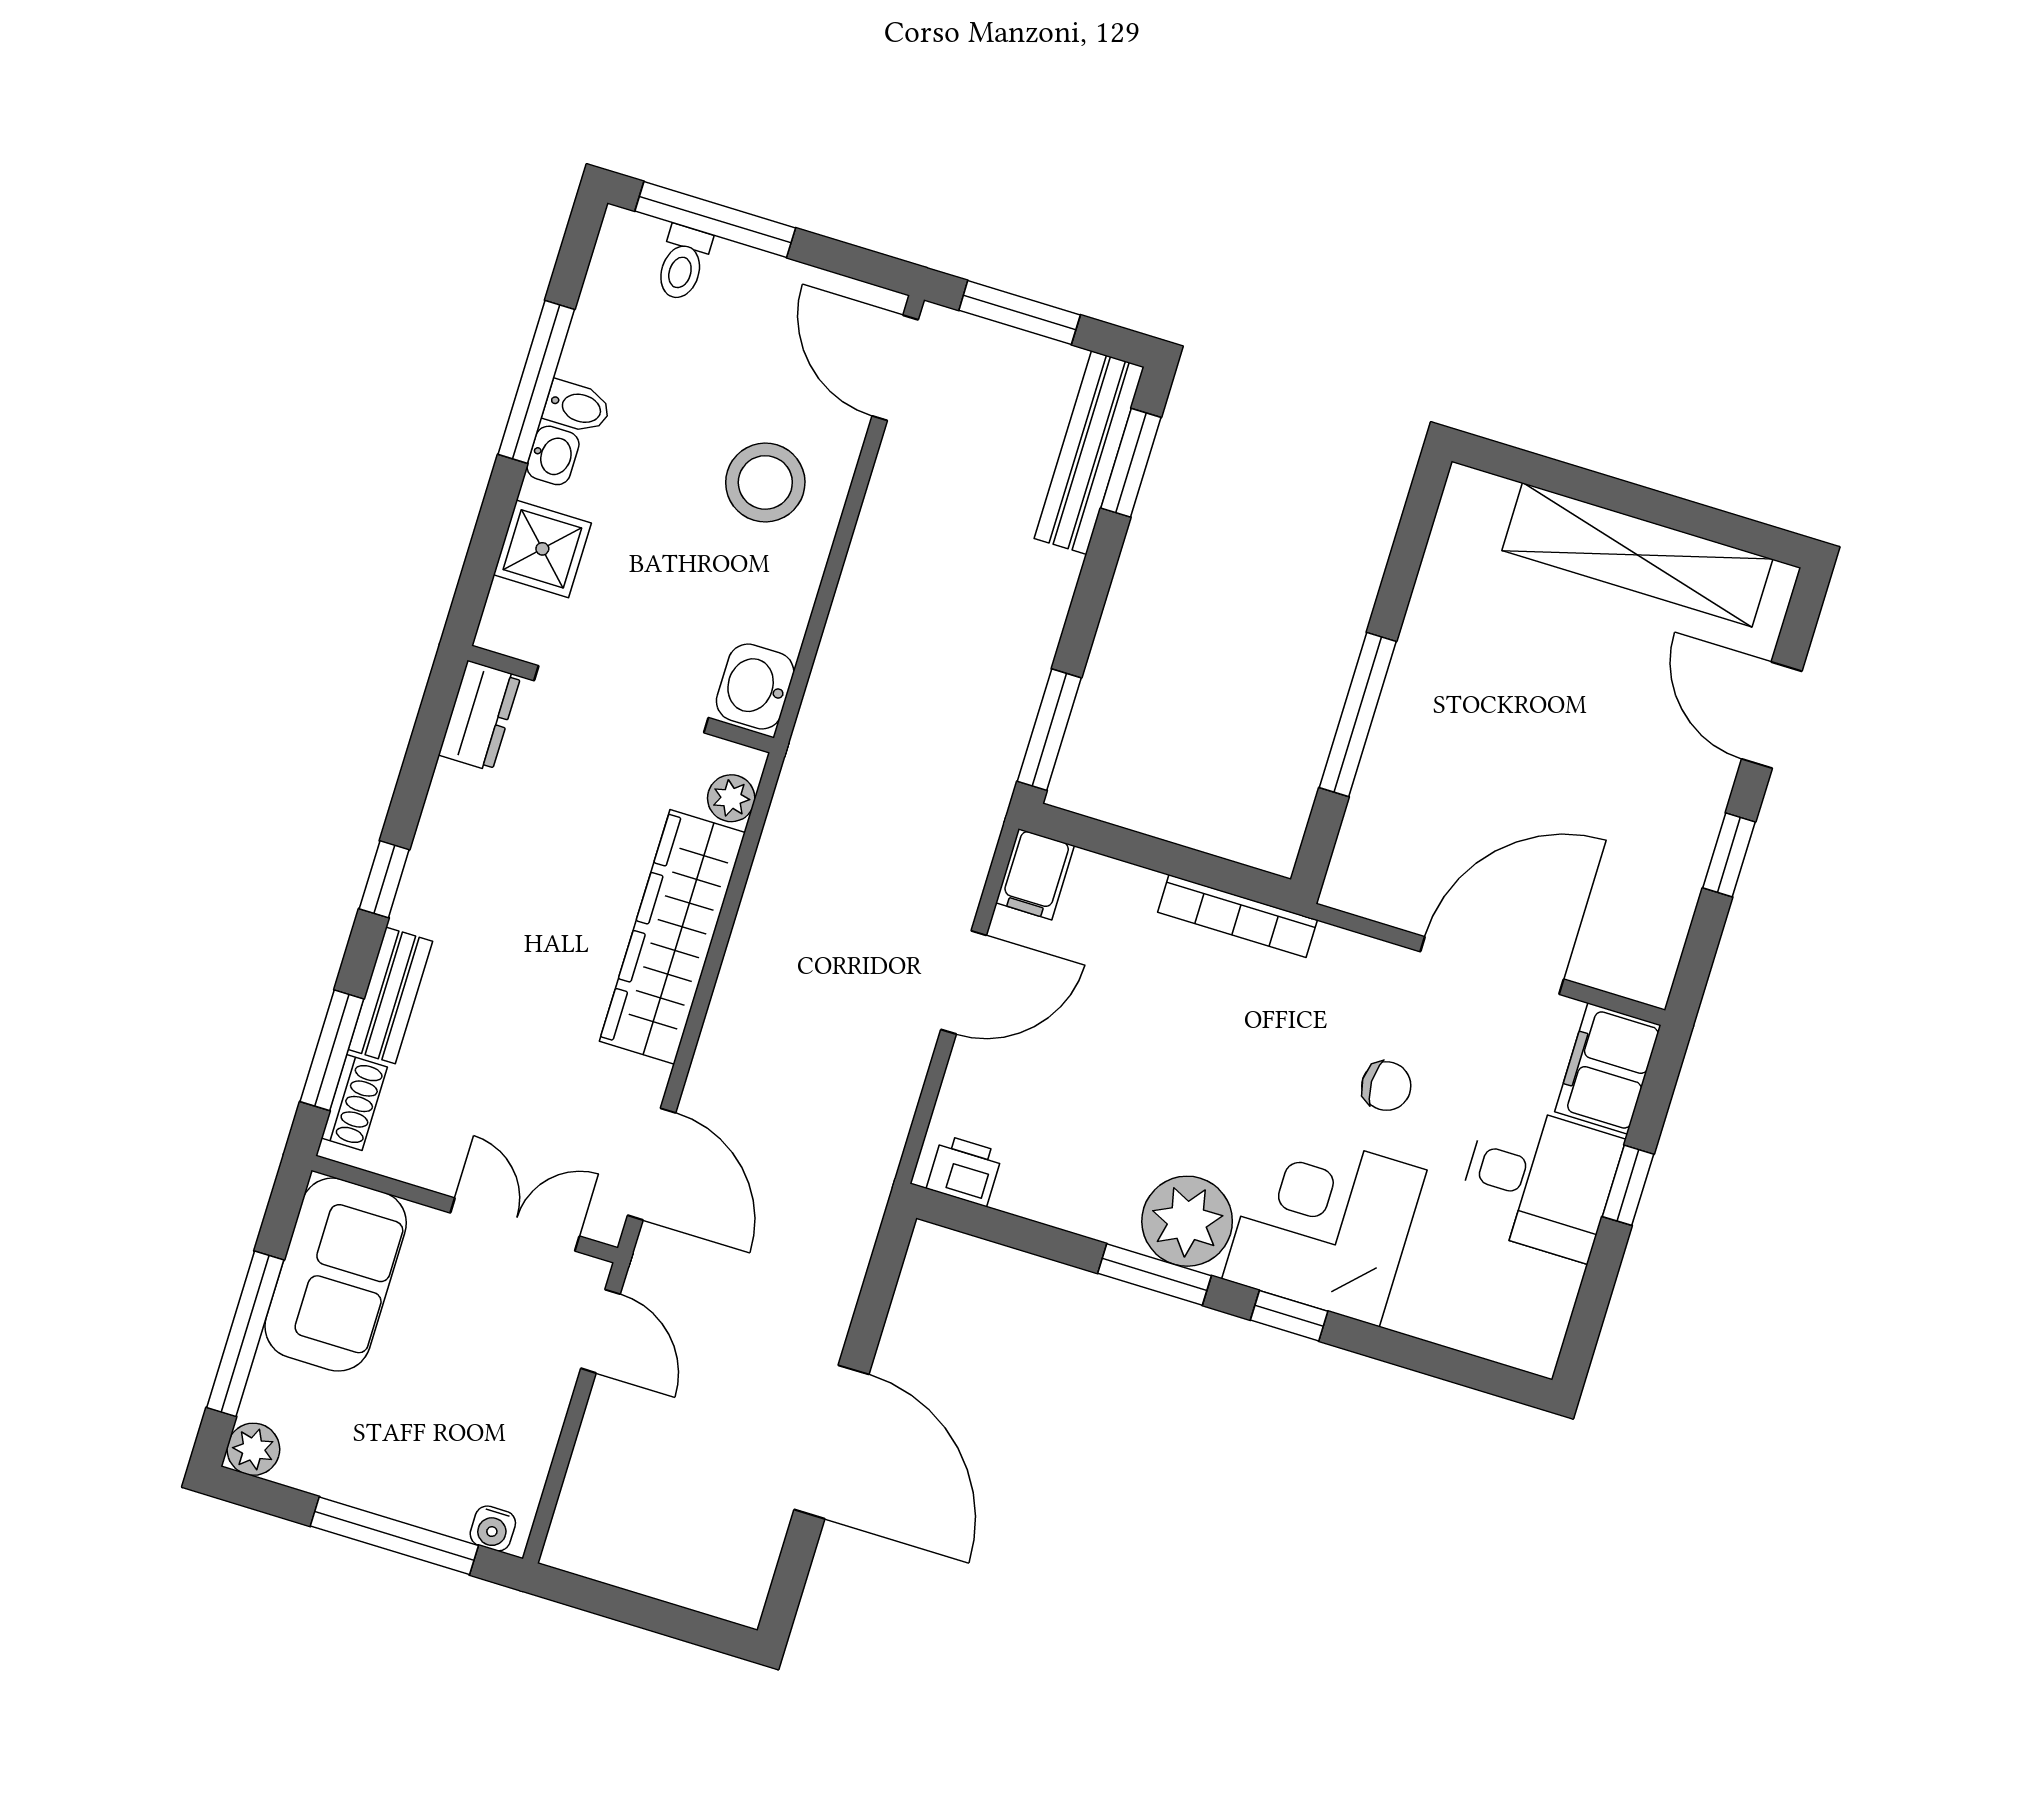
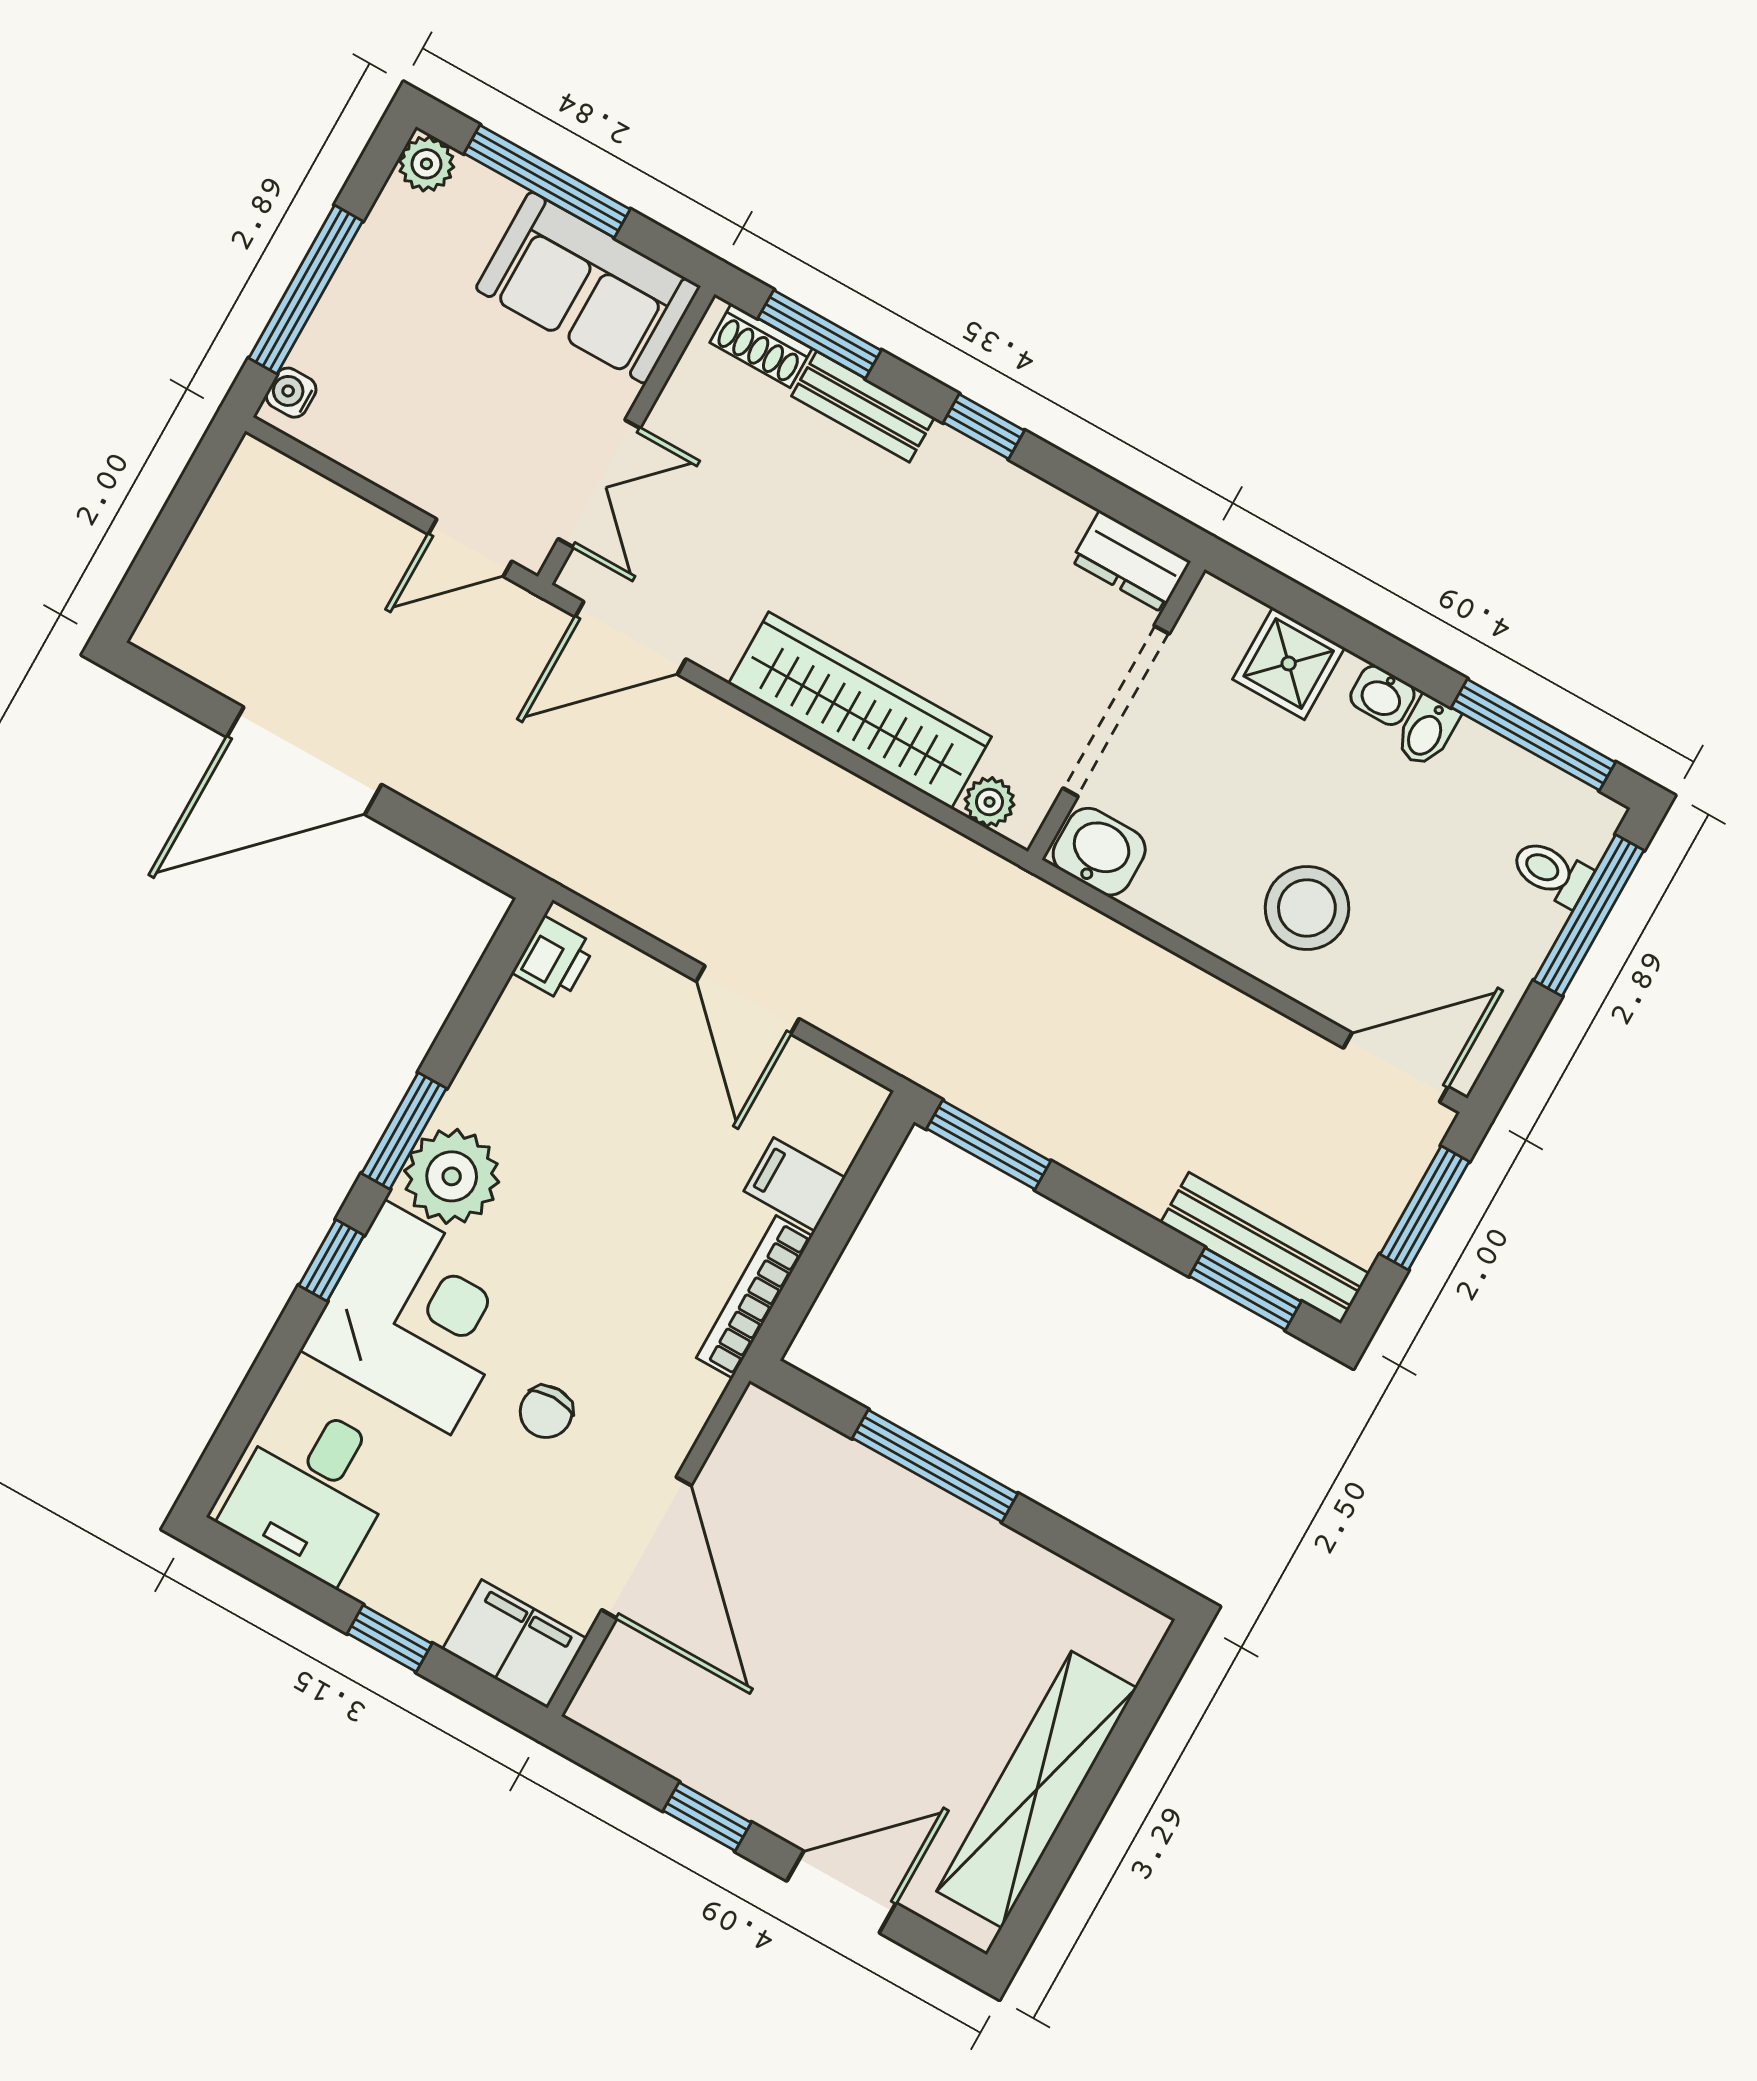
window: (536, 382) -> (1533, 735), moved
filing cabinet: (1035, 874) -> (794, 1184), moved
desk: (1539, 1181) -> (312, 1491), moved

